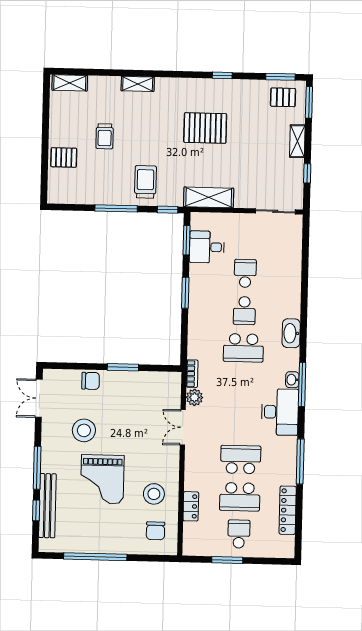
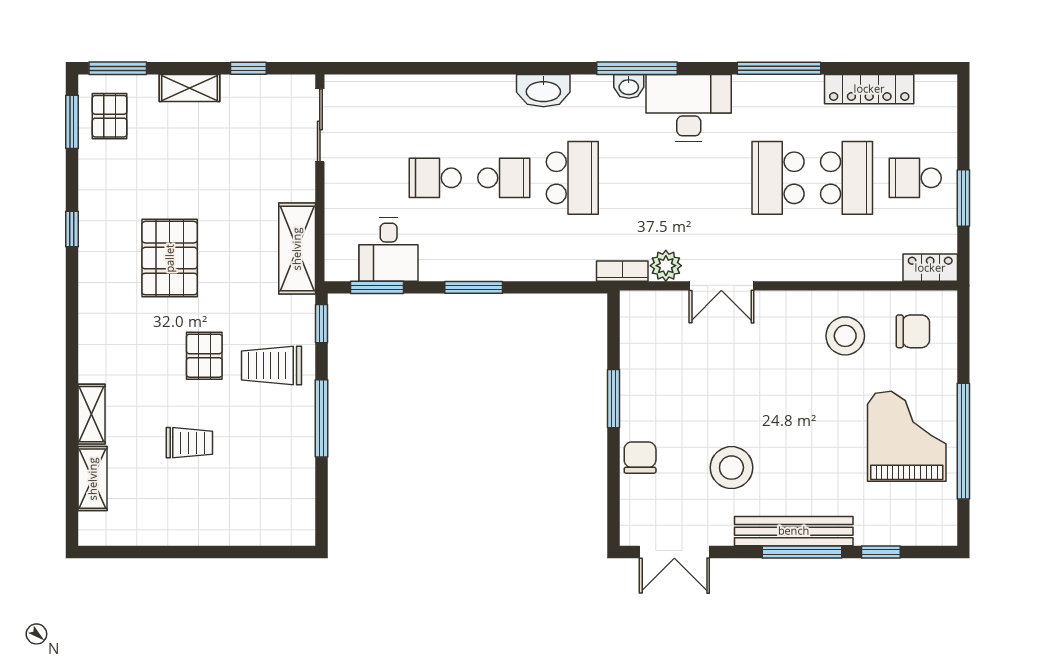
shelving: (70, 83) -> (93, 479), moved
shelving: (138, 84) -> (92, 414), moved
pallet: (64, 157) -> (204, 356), moved
grand piano: (102, 479) -> (907, 436), moved, turned -90
bench: (47, 506) -> (794, 531), moved
locker: (191, 506) -> (930, 268), moved

